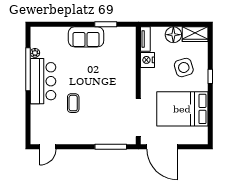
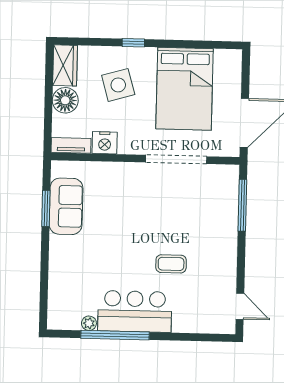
sofa: (86, 37) -> (66, 206), moved
doorway: (138, 118) -> (176, 159), moved

